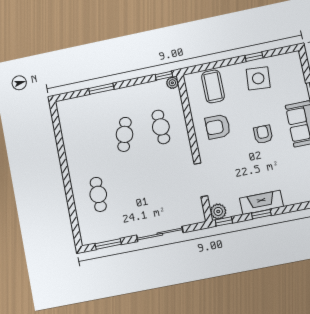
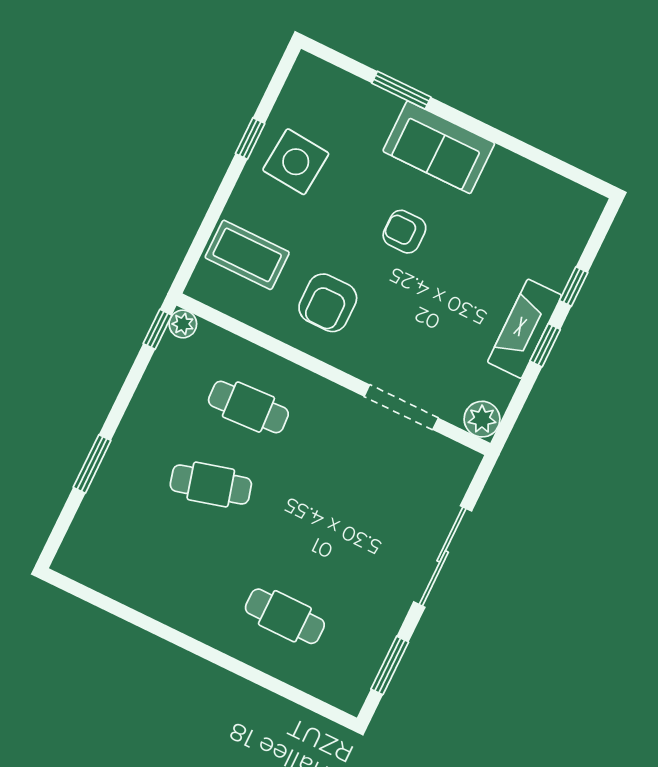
cafe table: (124, 134) -> (211, 485), turned -30
window: (224, 221) -> (574, 287), moved

